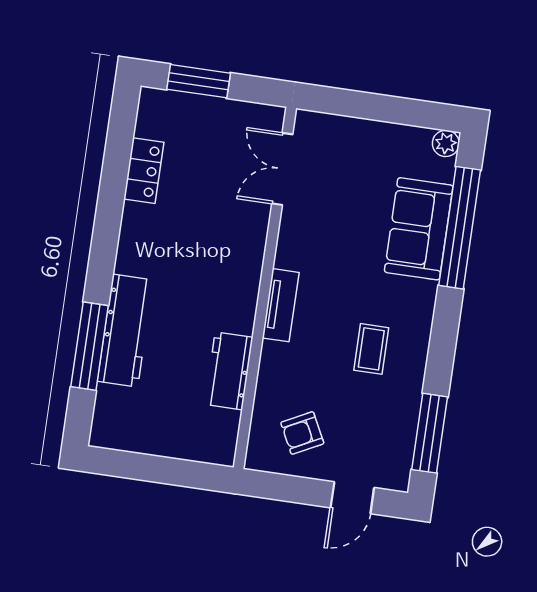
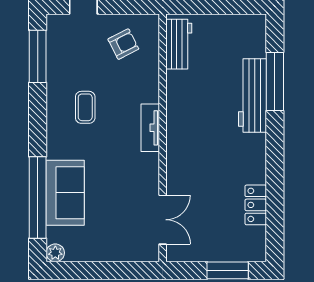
workbench: (229, 371) -> (179, 44), moved

